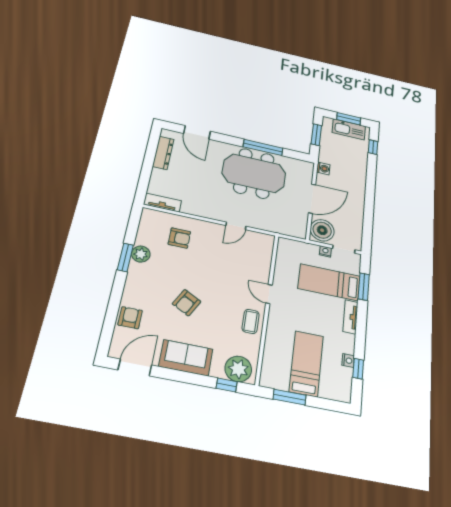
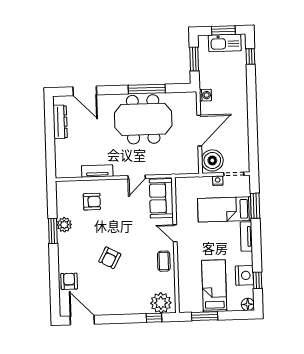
tv unit: (162, 203) -> (97, 171), moved
sofa: (186, 358) -> (161, 198), moved, turned -90
nightstand: (348, 361) -> (244, 275), width x1.89, depth x1.79
door: (135, 367) -> (82, 320), hinge flipped
floor lamp: (344, 395) -> (248, 304), added

